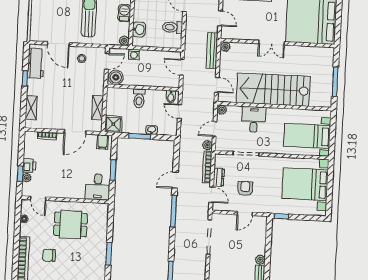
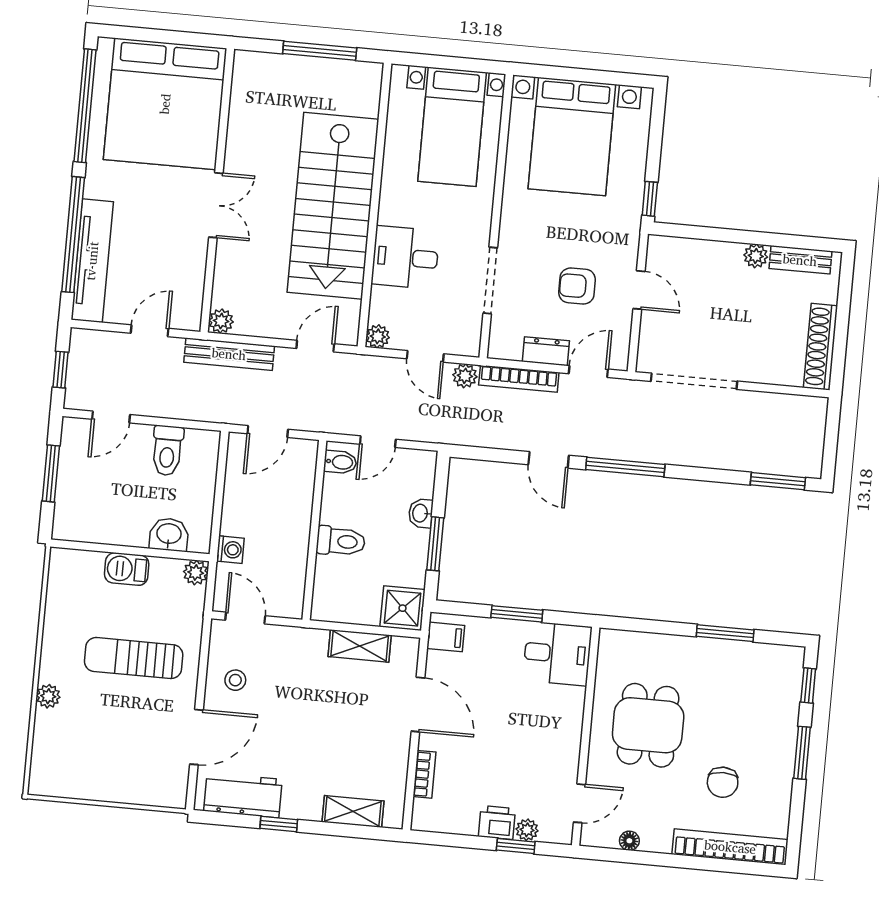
boiler: (116, 77) -> (286, 597), removed

